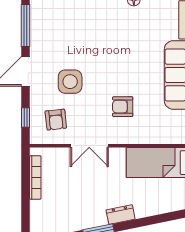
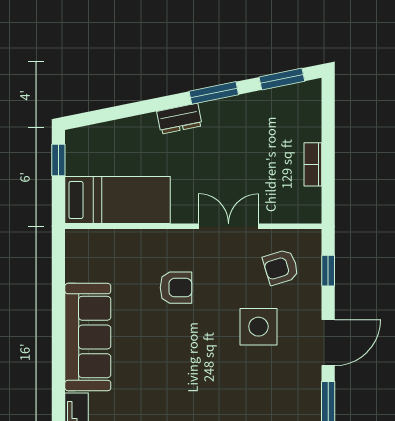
armchair: (56, 120) -> (281, 267), turned -101
bookcase: (35, 177) -> (313, 164), width x0.64

